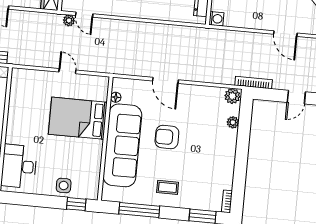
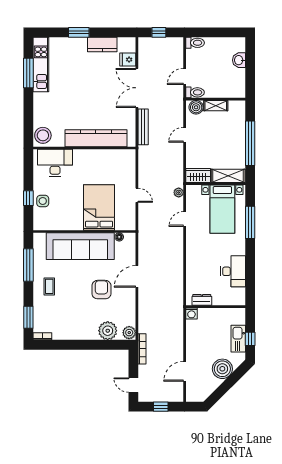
door: (84, 15) -> (185, 219), moved
door: (67, 71) -> (137, 195), hinge flipped
plant: (233, 122) -> (108, 331), width x1.88, depth x1.88
armchair: (167, 137) -> (101, 290), moved
window: (76, 204) -> (28, 198), moved

